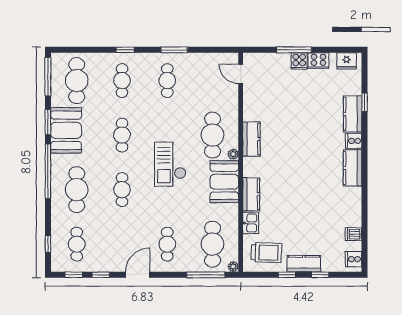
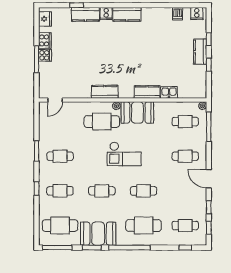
cafe table: (213, 244) -> (185, 122), width x0.73, depth x0.74
trolley: (266, 253) -> (192, 80), removed

